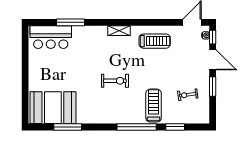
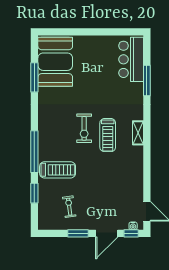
treadmill: (155, 41) -> (108, 135), moved

